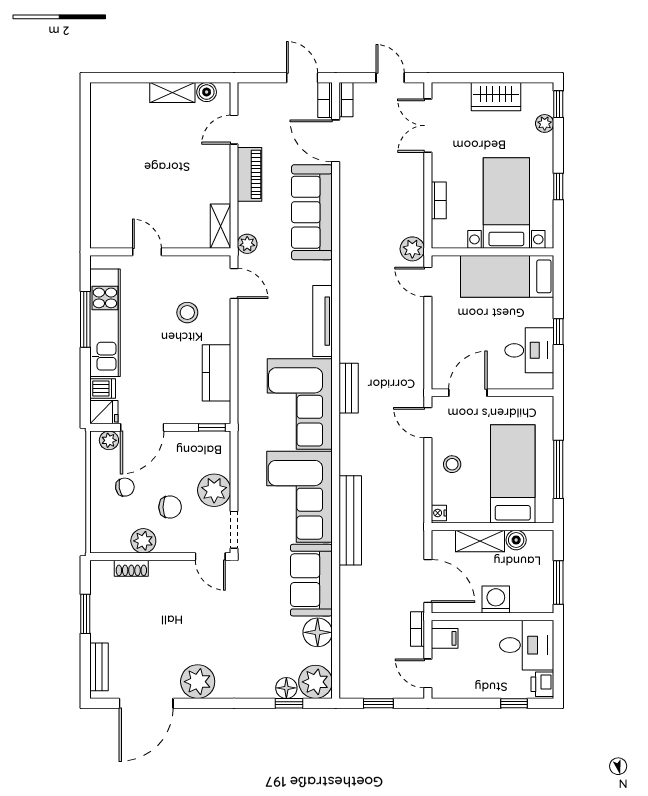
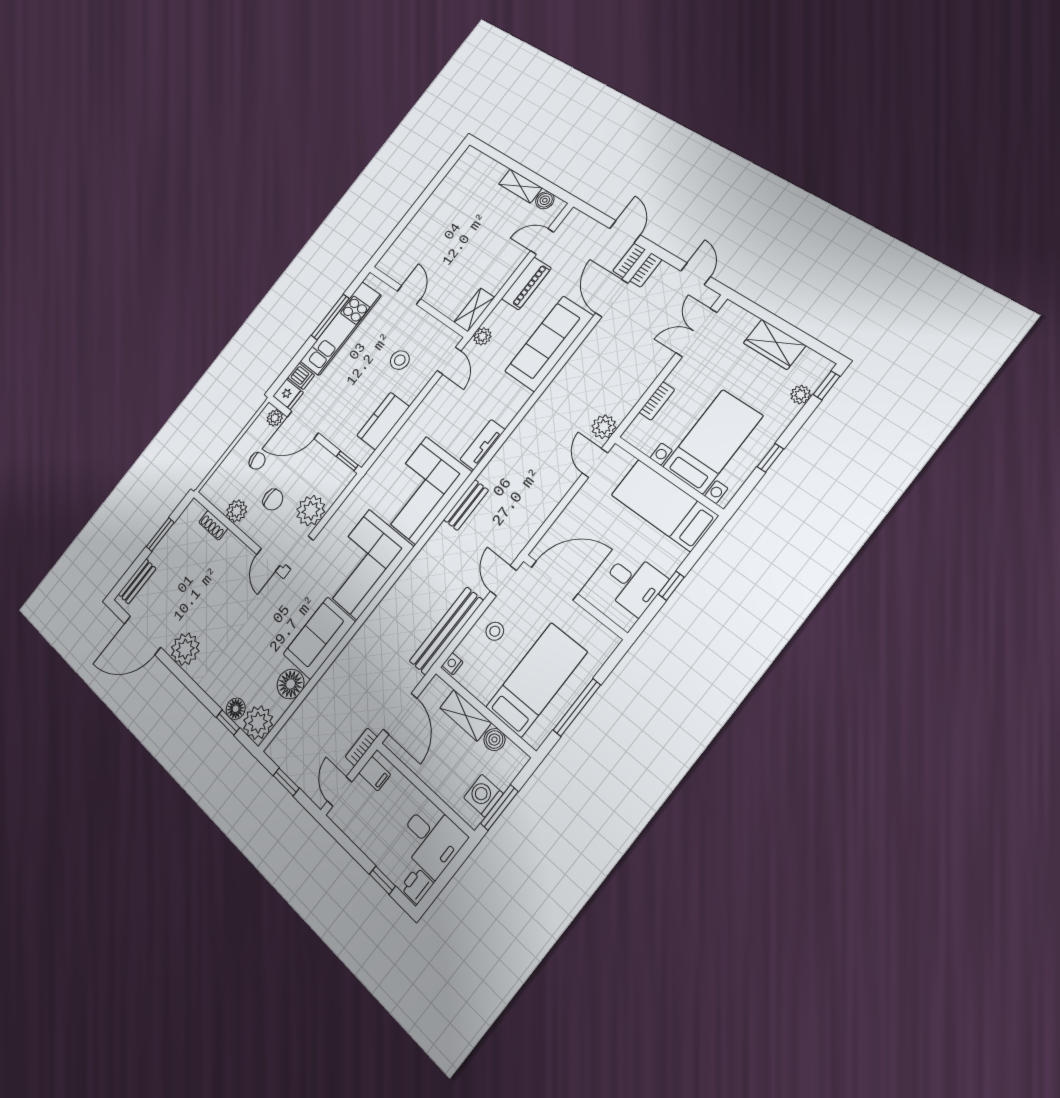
tv unit: (322, 321) -> (483, 445), width x0.71
door: (468, 393) -> (554, 581), width x1.36
bench: (350, 520) -> (446, 631), moved
washing machine: (496, 600) -> (483, 796), moved, turned -90

